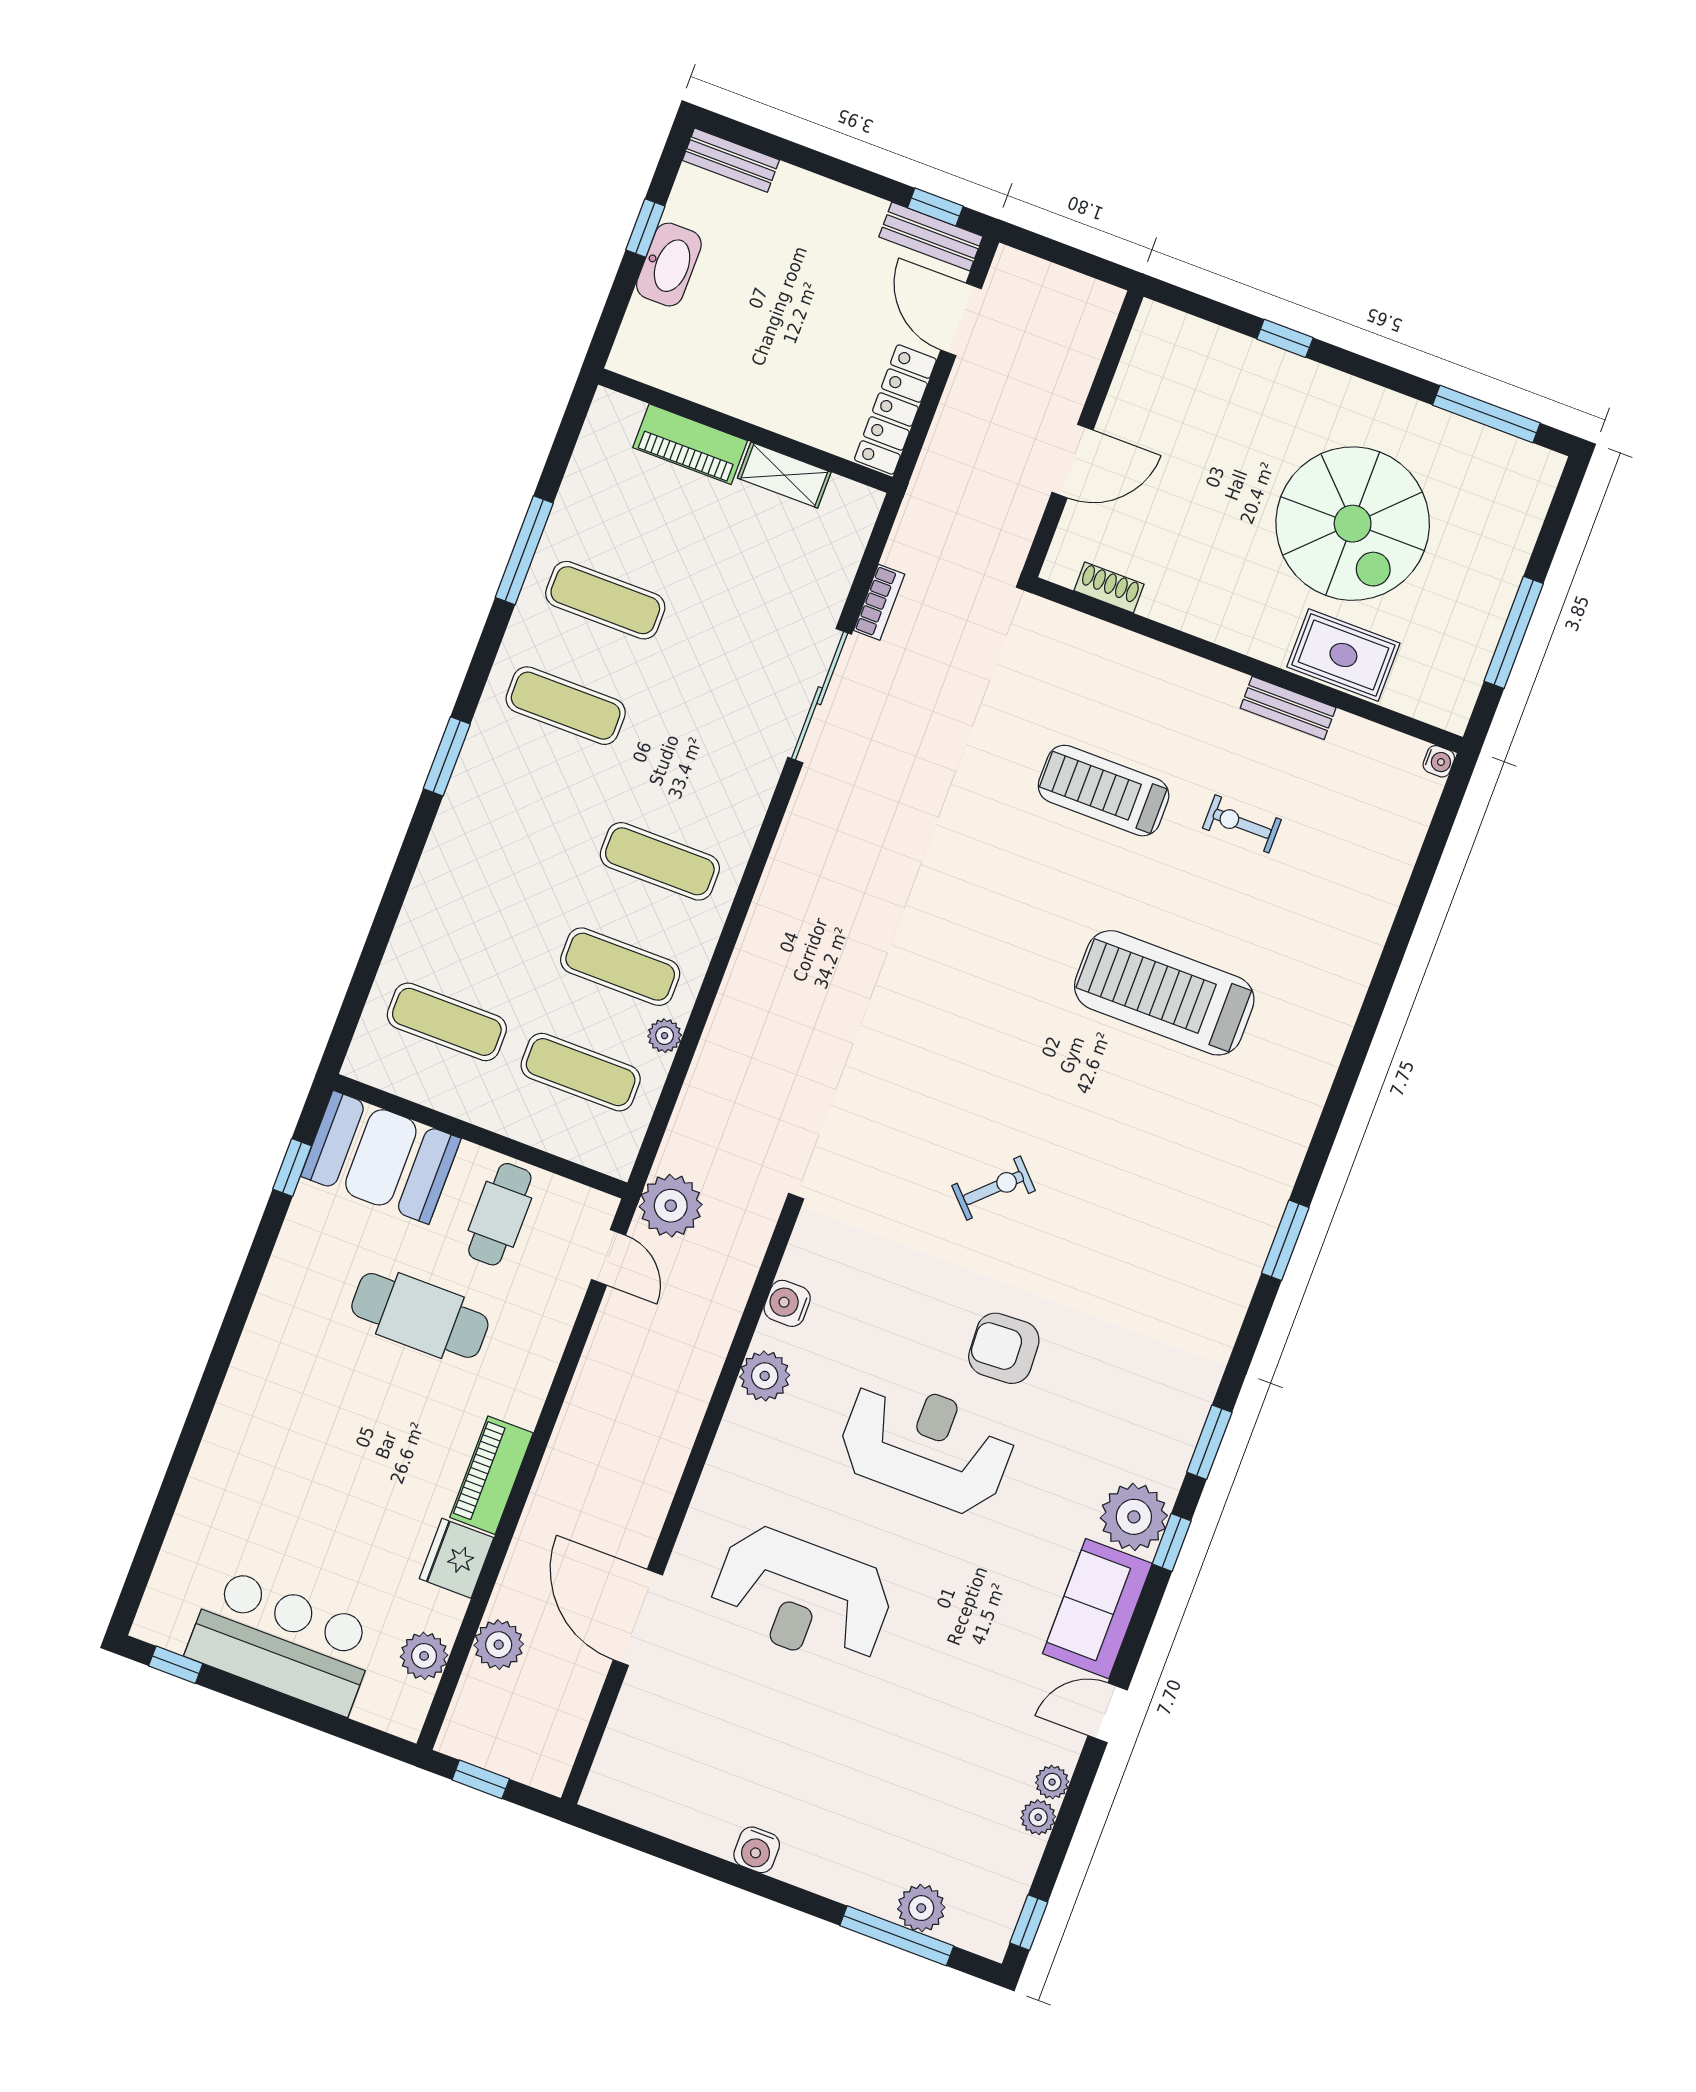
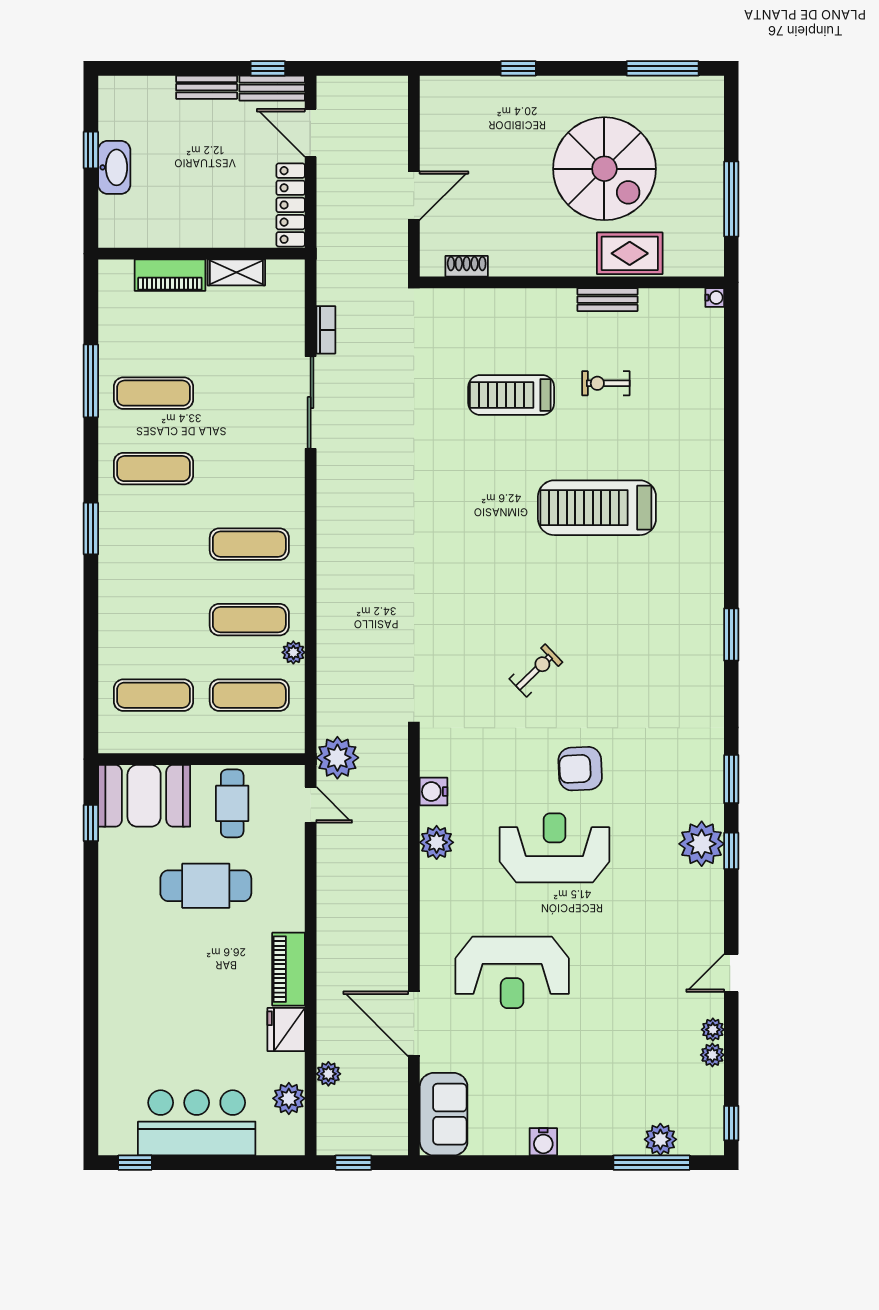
bench: (731, 160) -> (207, 87), moved
sofa: (1097, 1609) -> (444, 1114), moved, turned 180
plant: (499, 1645) -> (328, 1074), width x0.73, depth x0.73

